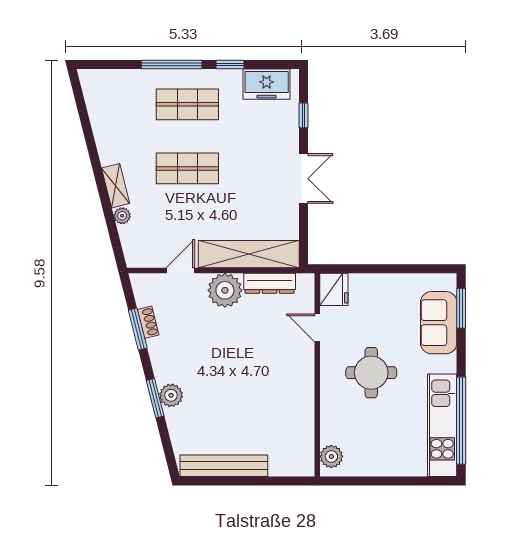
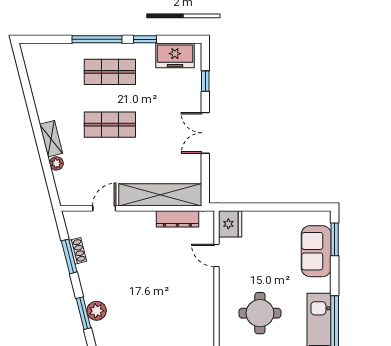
double door: (303, 179) -> (205, 133), swing flipped
plant: (225, 290) -> (141, 225), removed
round table: (371, 373) -> (260, 313), moved

